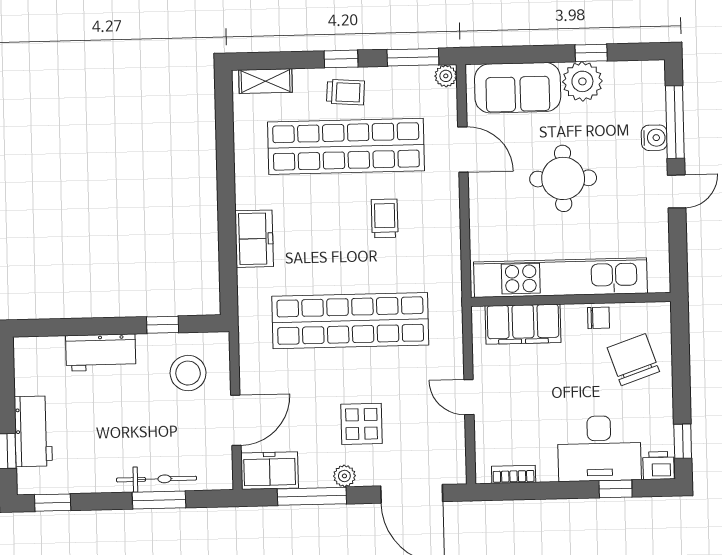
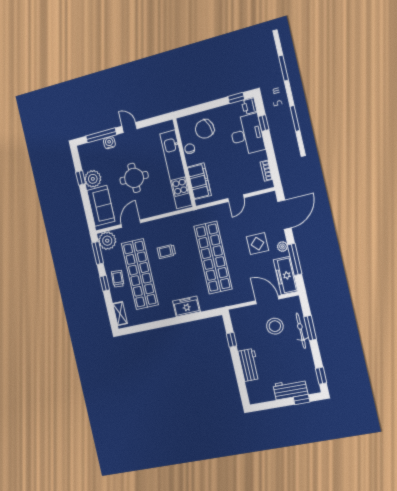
plant: (446, 76) -> (107, 241), width x1.87, depth x1.87
stool: (188, 373) -> (275, 326), moved
freezer: (270, 471) -> (286, 276), width x1.40

